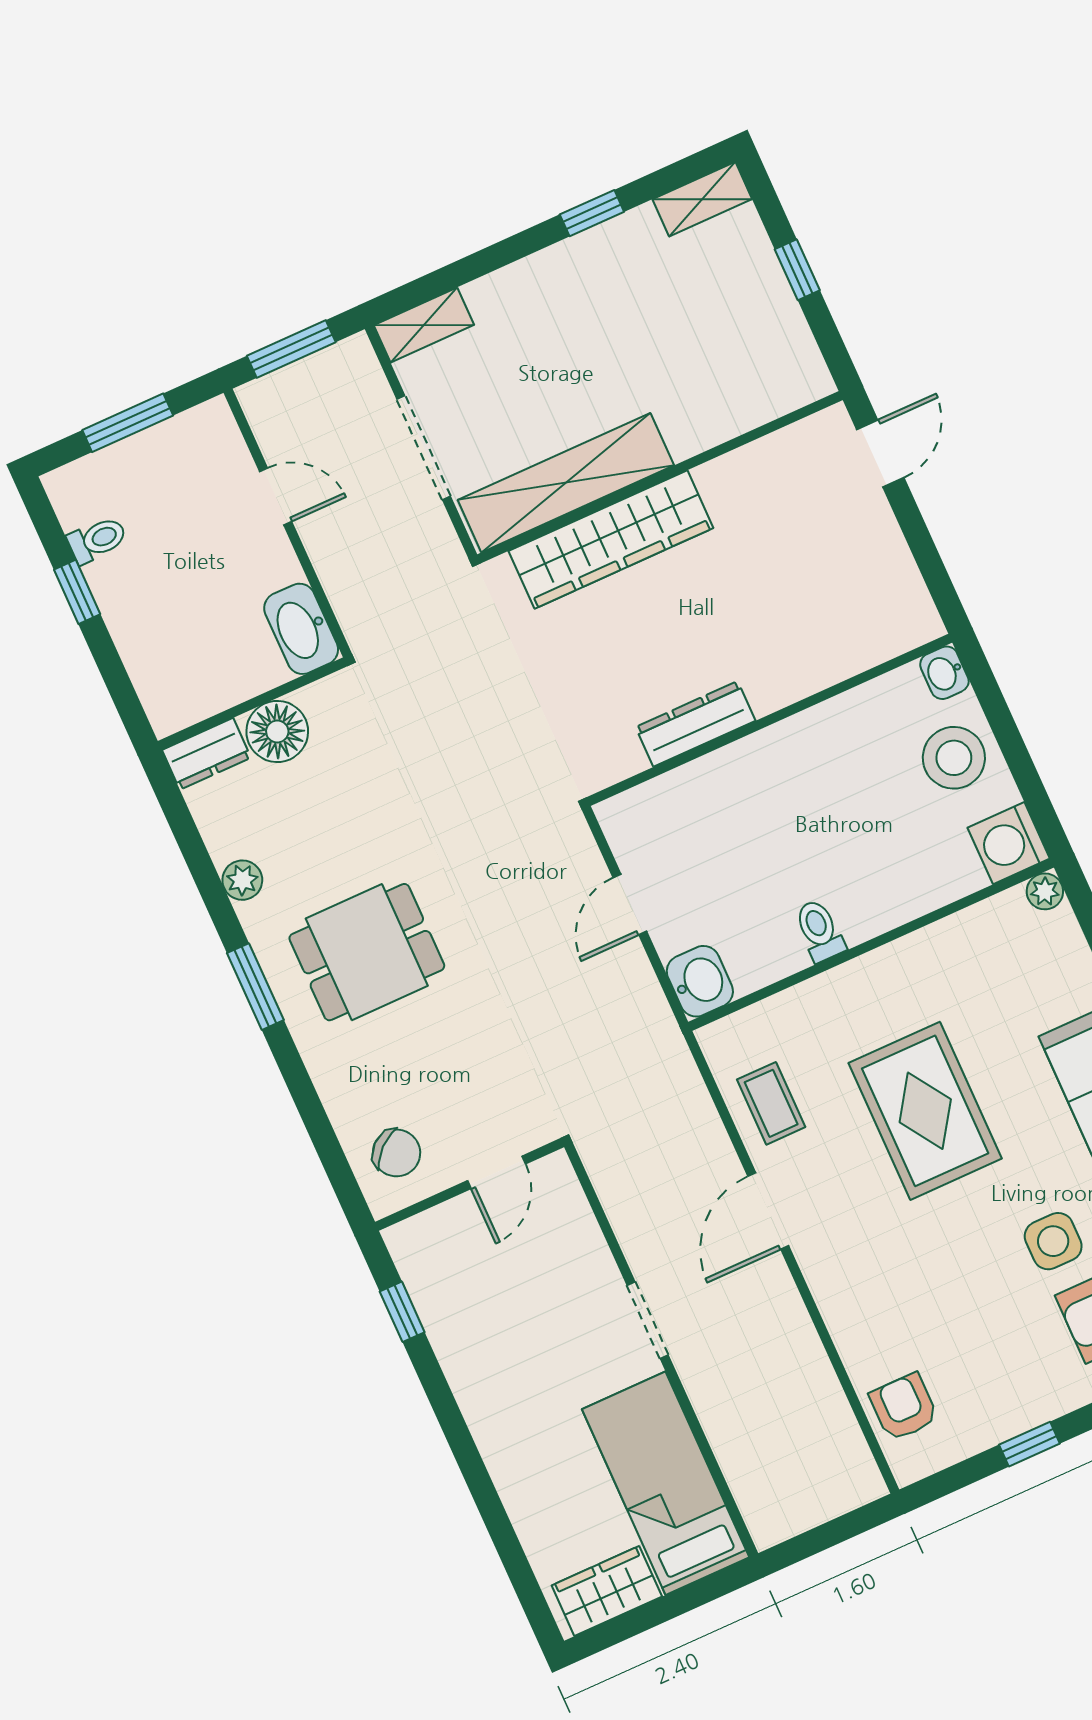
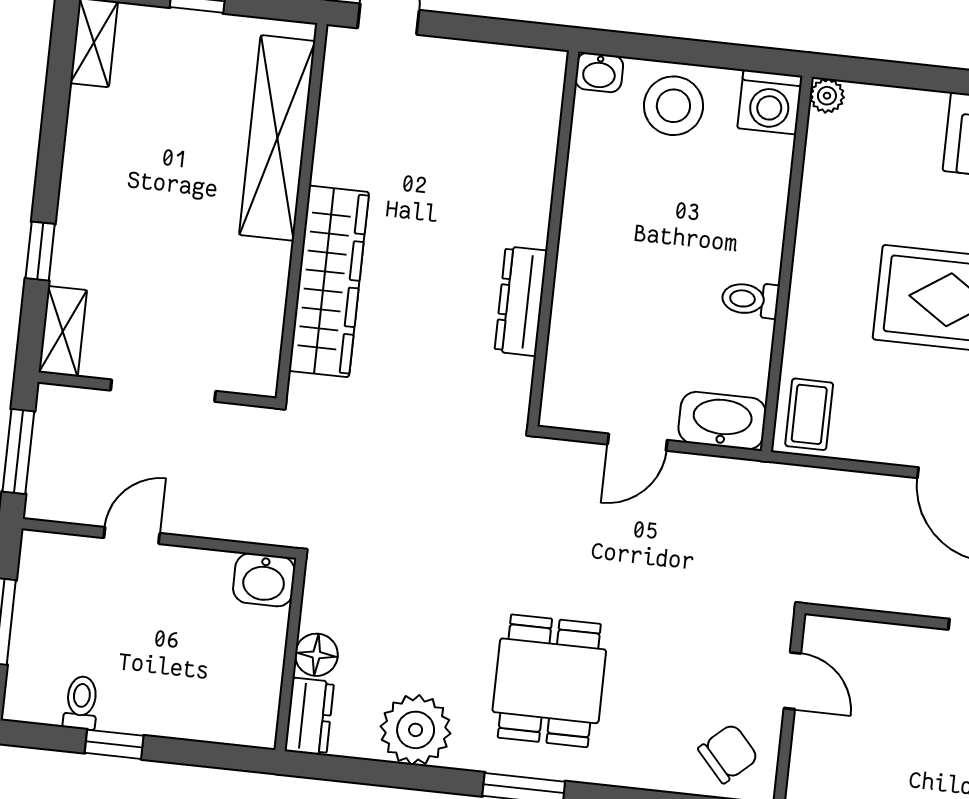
window: (592, 213) -> (40, 251), moved
shelving: (566, 483) -> (277, 138), moved
washbasin: (301, 629) -> (264, 580), width x0.72
floor lamp: (277, 731) -> (316, 655), width x0.73, depth x0.73
plant: (242, 880) -> (416, 730), width x1.88, depth x1.88
door: (630, 905) -> (637, 442), hinge flipped
washbasin: (700, 981) -> (722, 421), width x1.38
coffee table: (771, 1103) -> (809, 414), moved, turned 90

